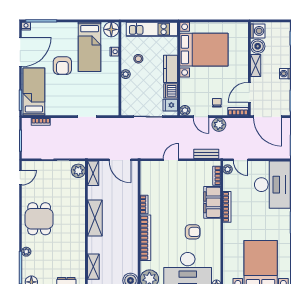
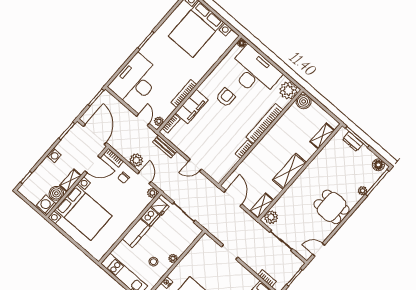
bed with nightstands: (204, 50) -> (84, 213), moved, turned 180
dining table: (39, 219) -> (332, 207), turned 90
armchair: (193, 232) -> (226, 97), turned 90

